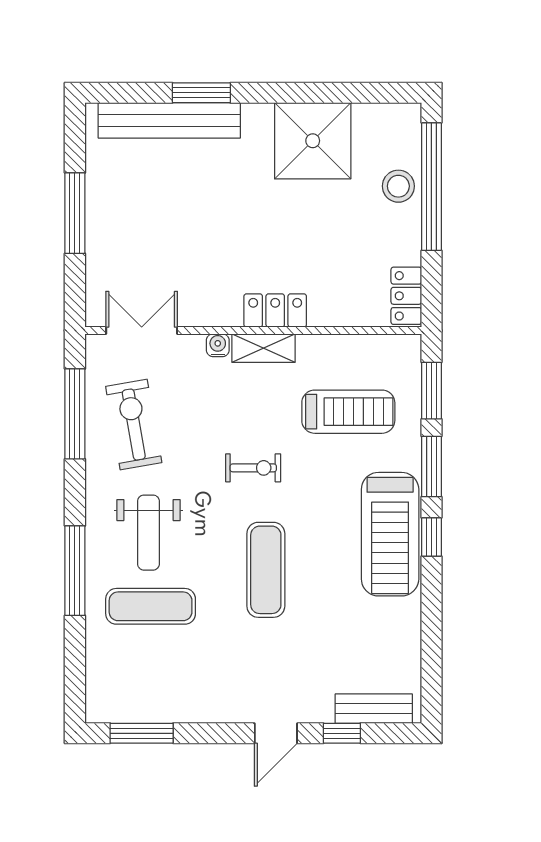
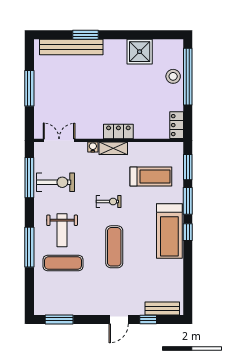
shower: (313, 141) -> (140, 52), width x0.73, depth x0.73
exercise bike: (134, 425) -> (56, 182), turned 100

